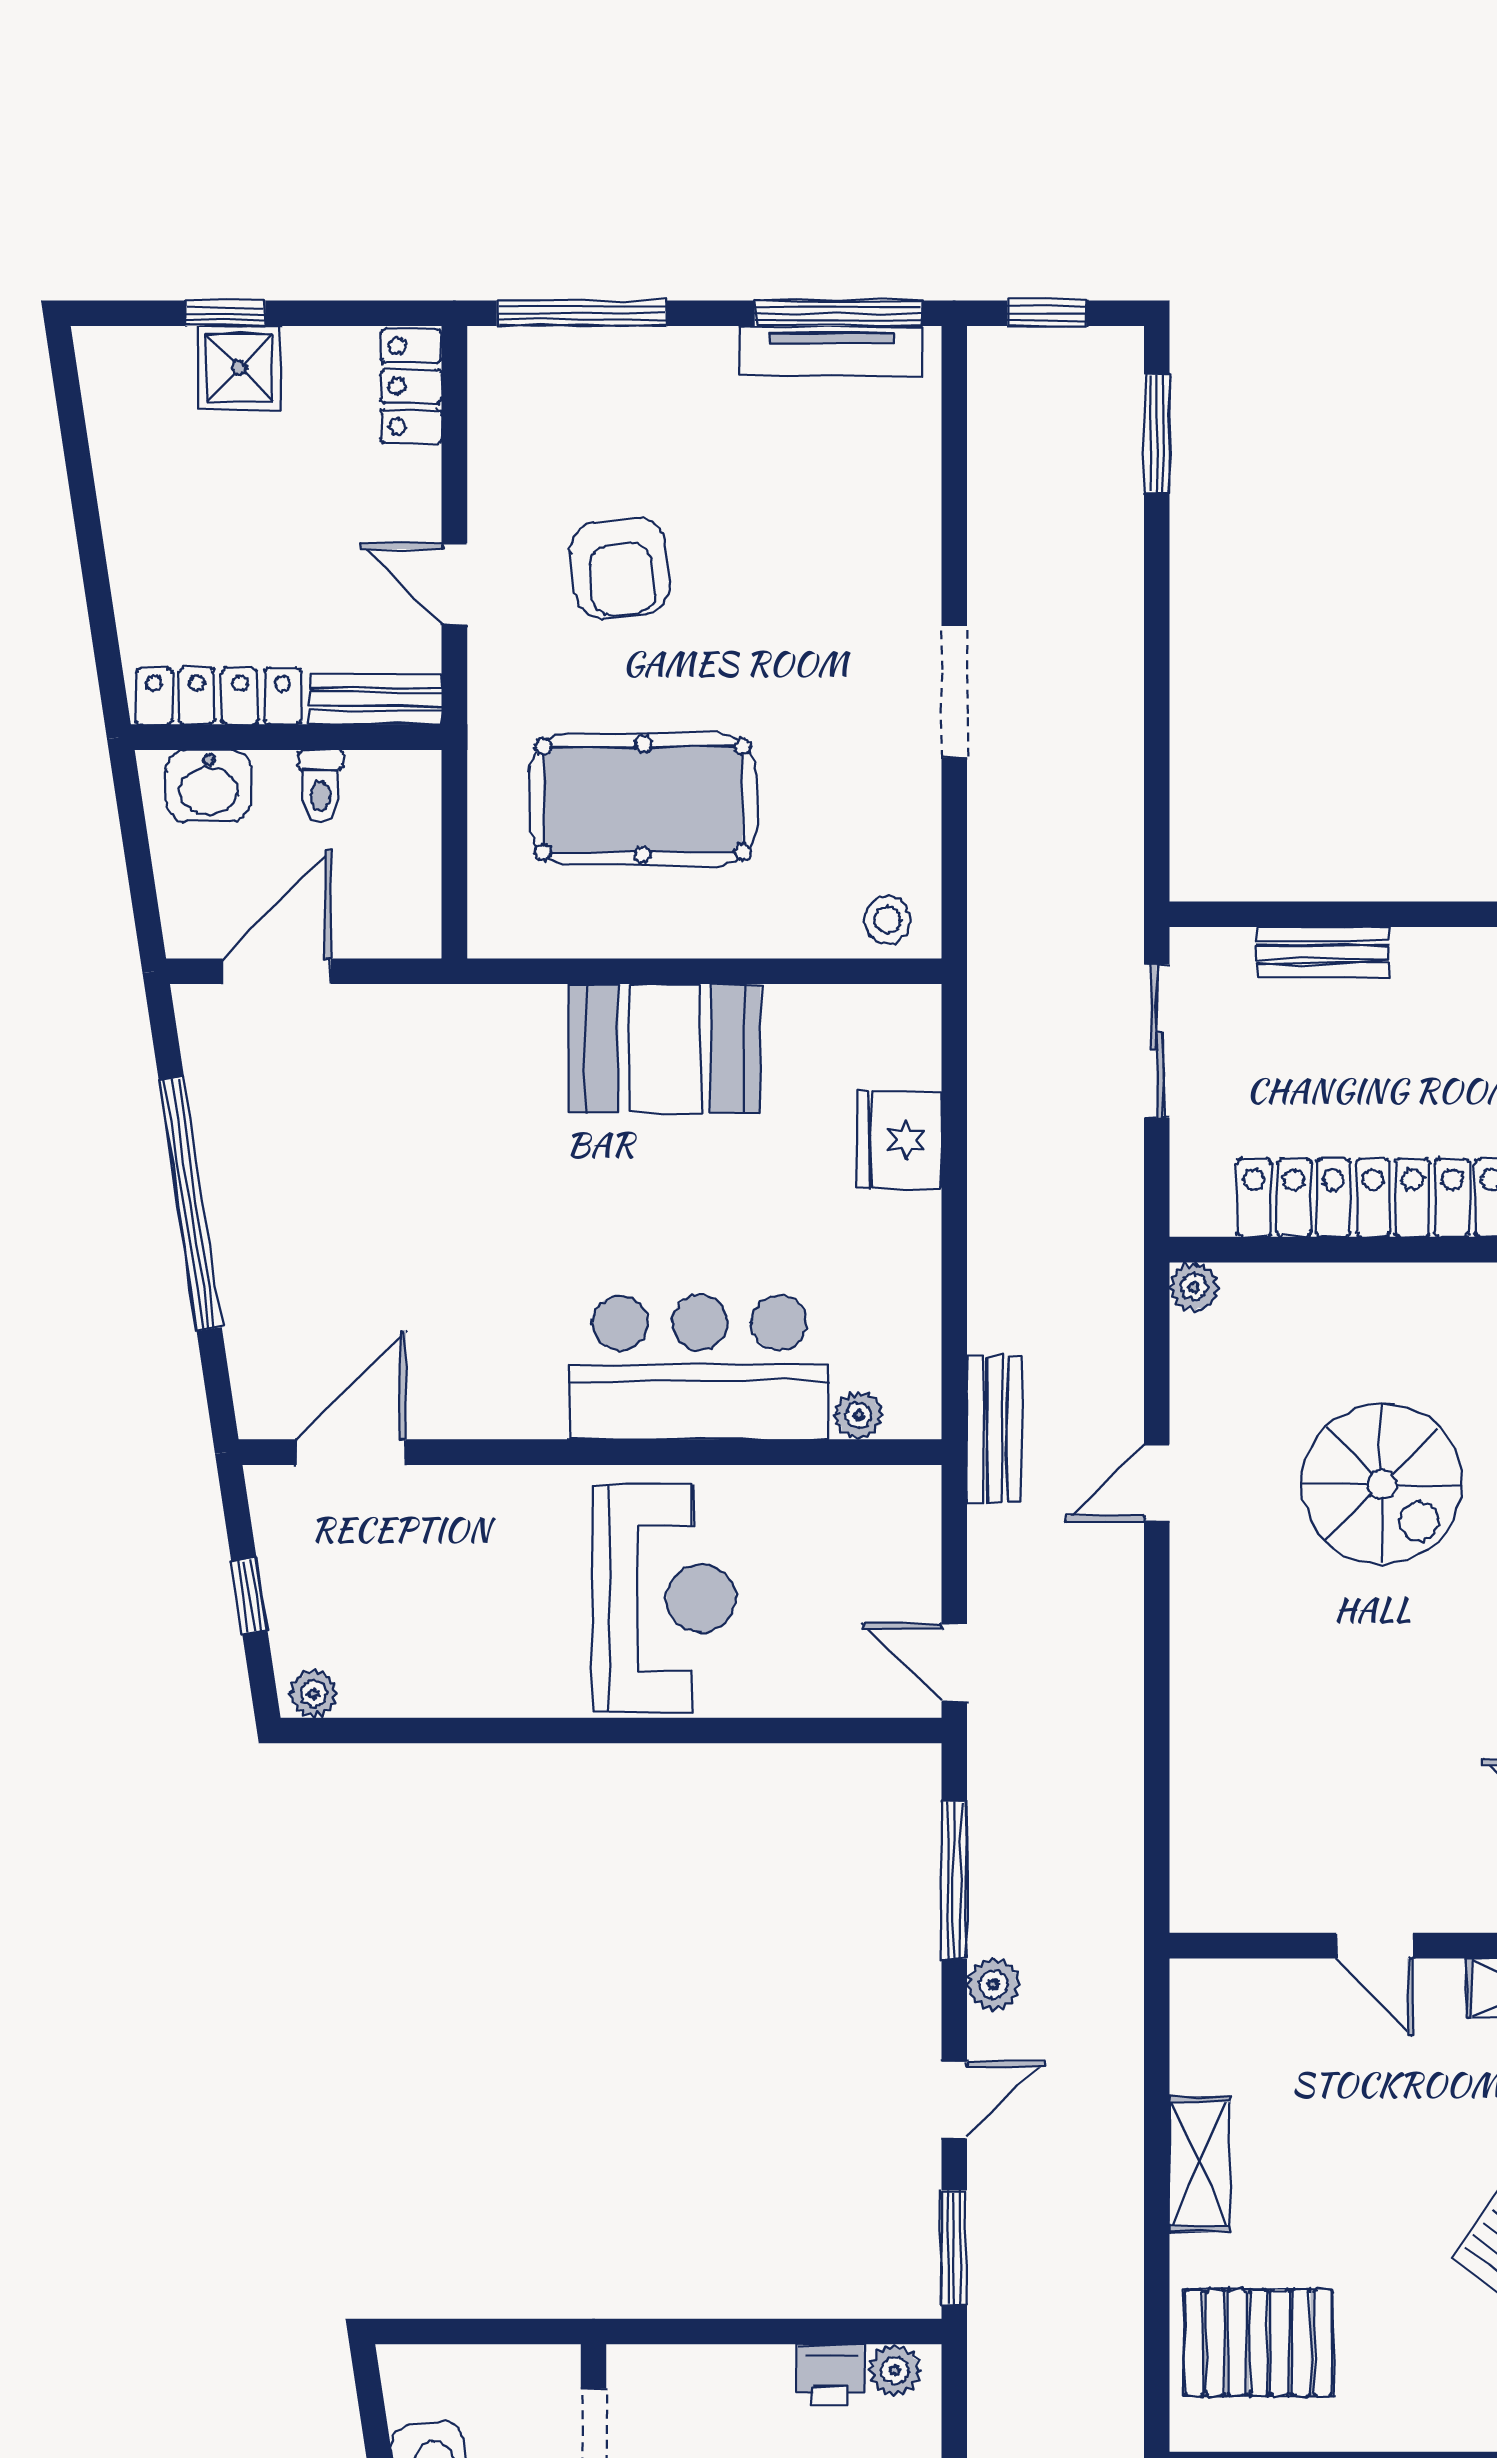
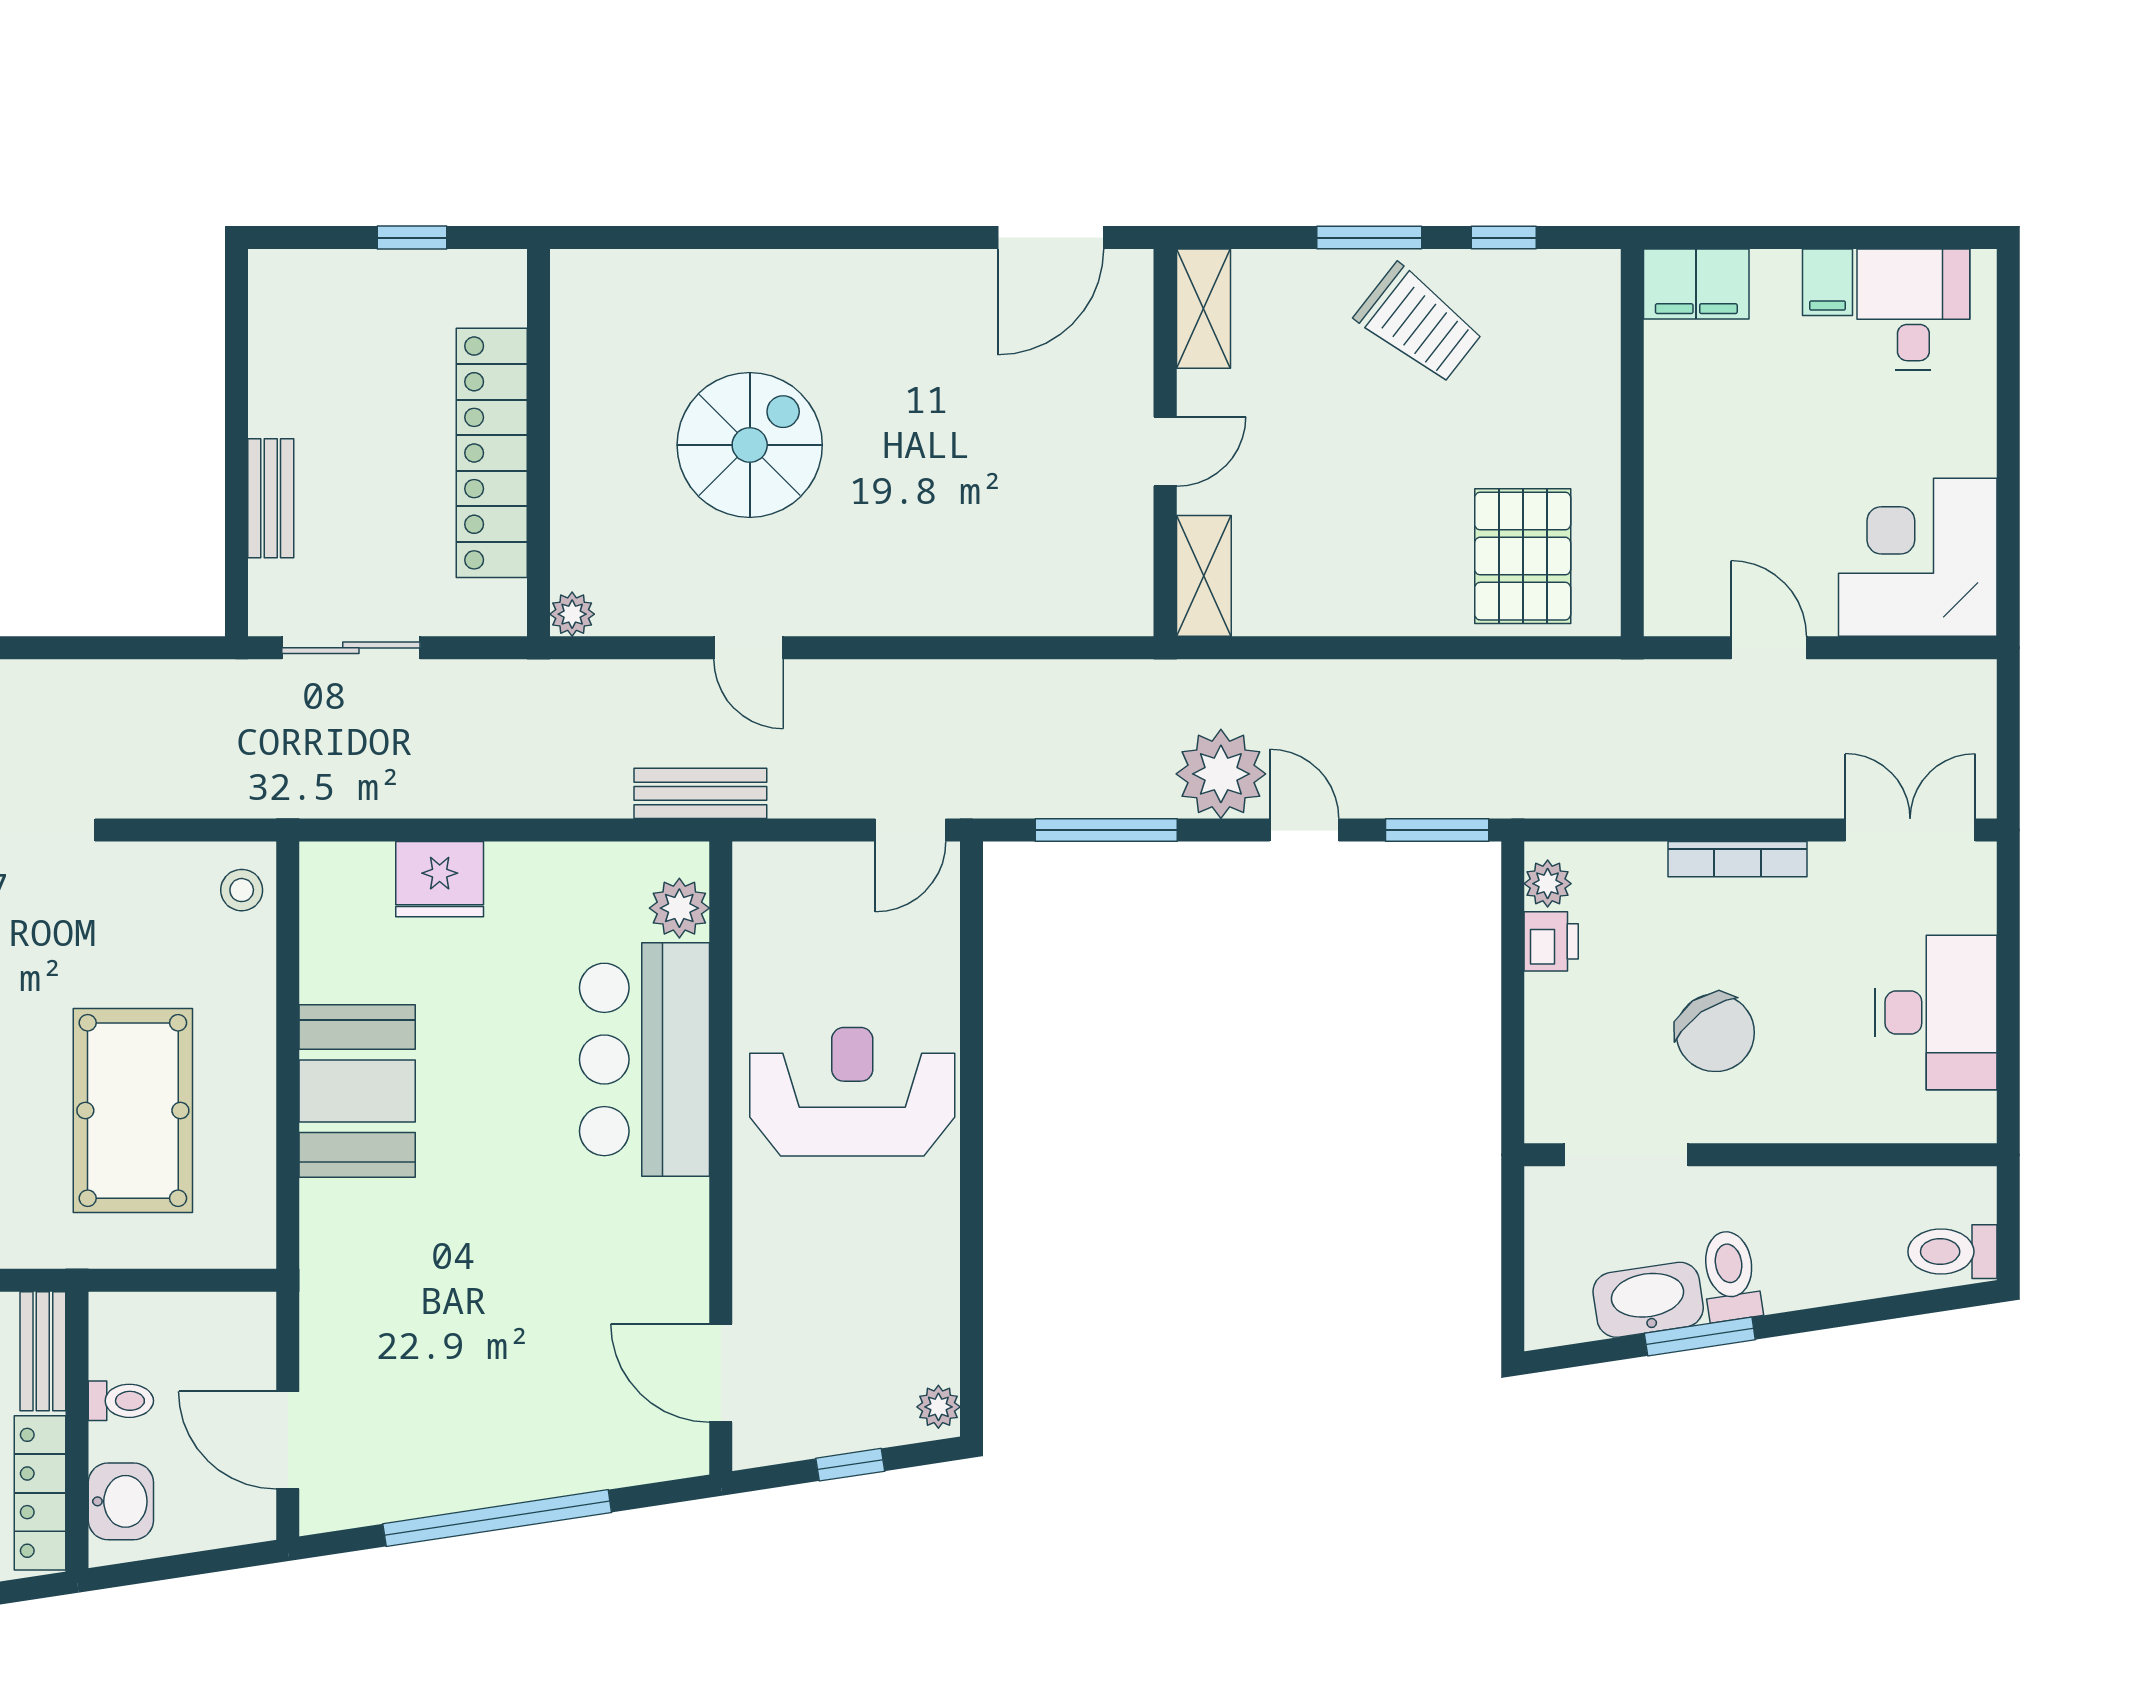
plant: (858, 1415) -> (679, 908), width x1.38, depth x1.38
plant: (993, 1984) -> (1221, 774), width x1.88, depth x1.88
shelving: (1200, 2164) -> (1204, 576), moved, turned 90

